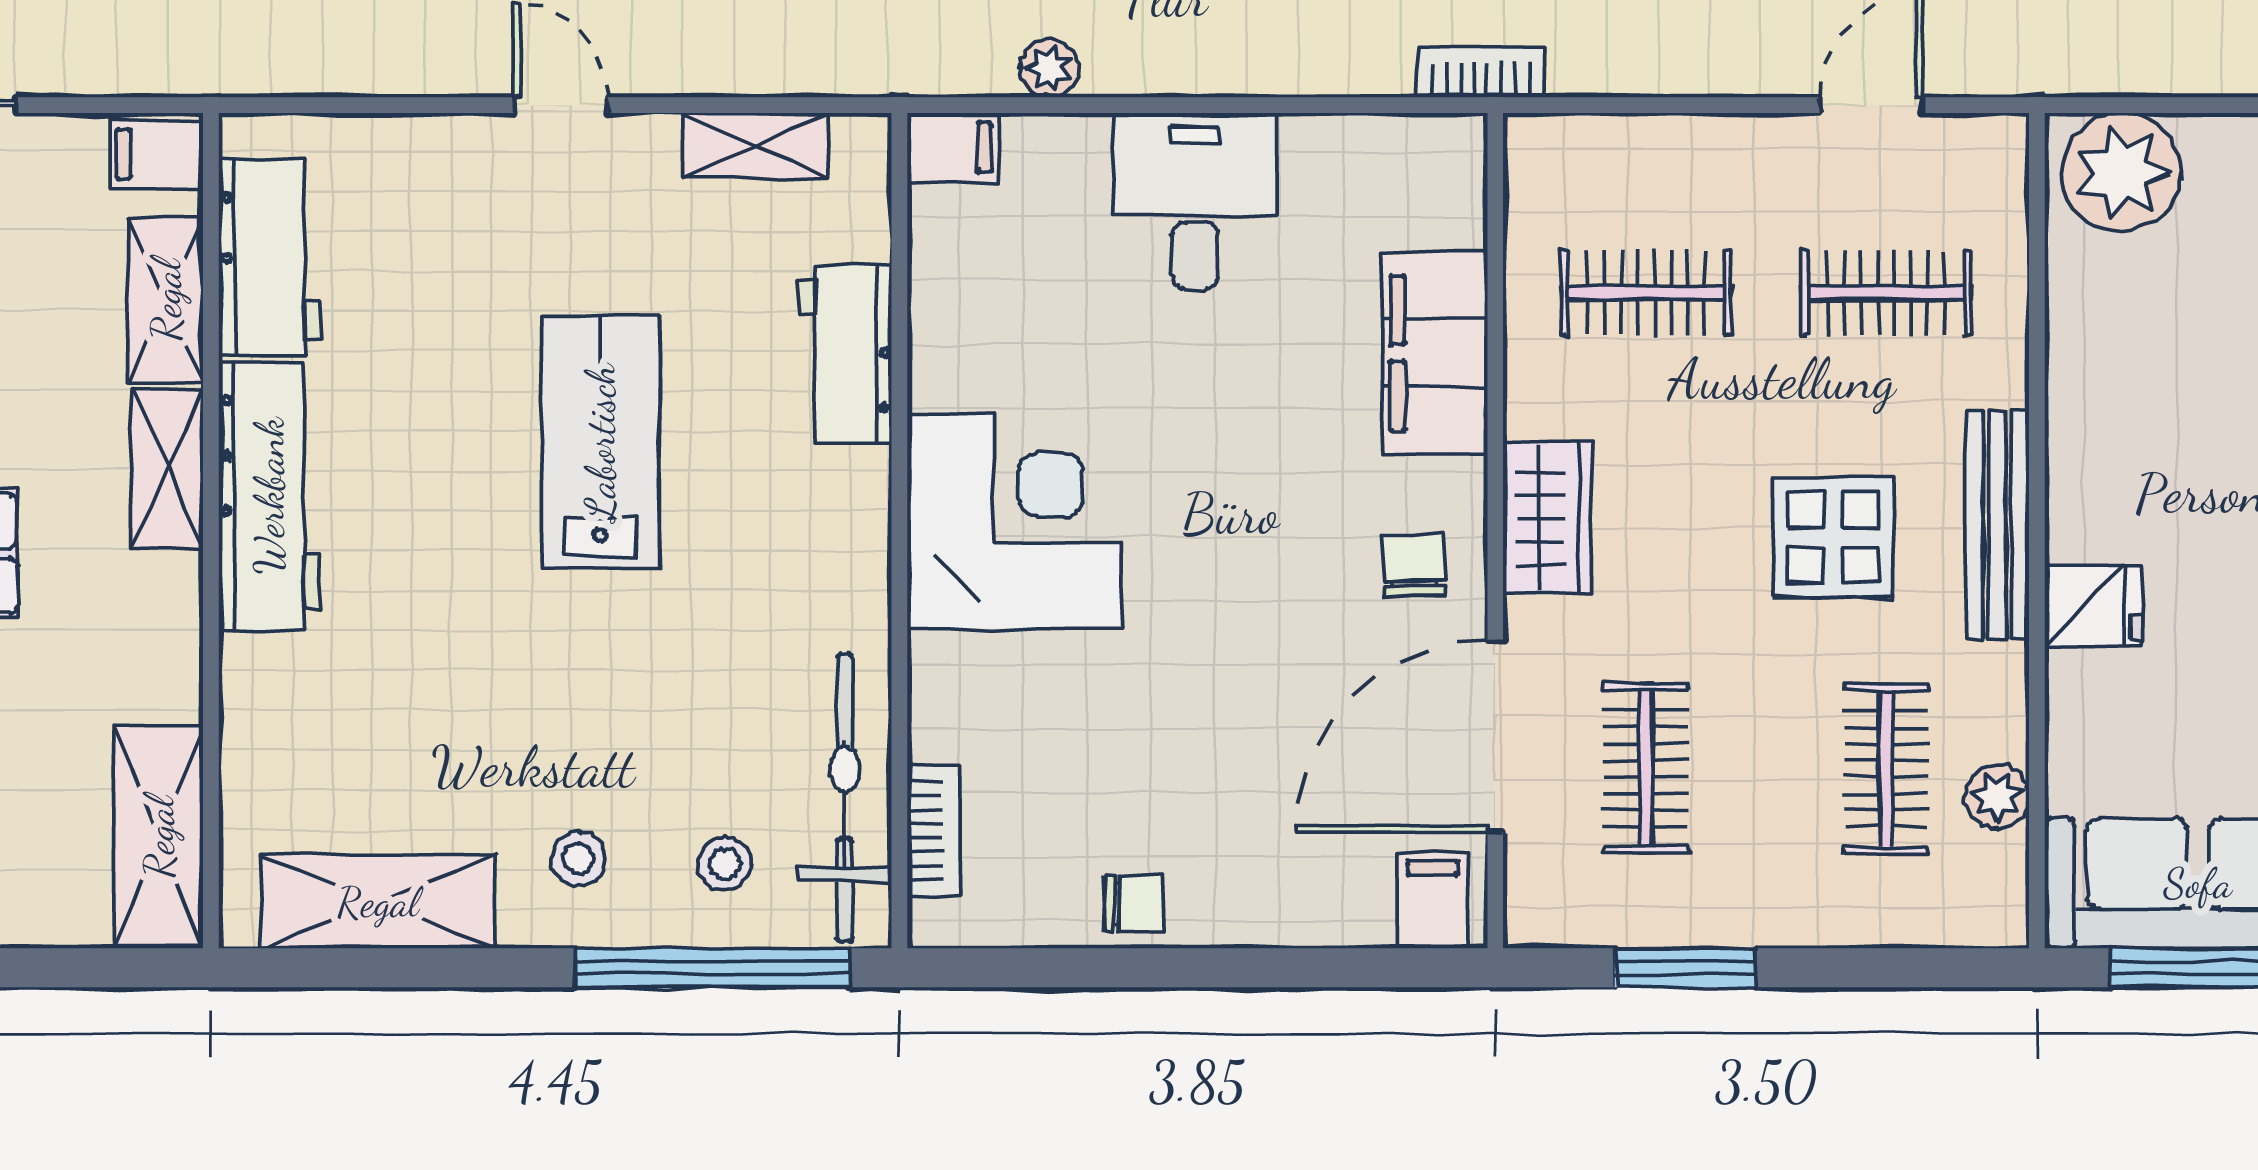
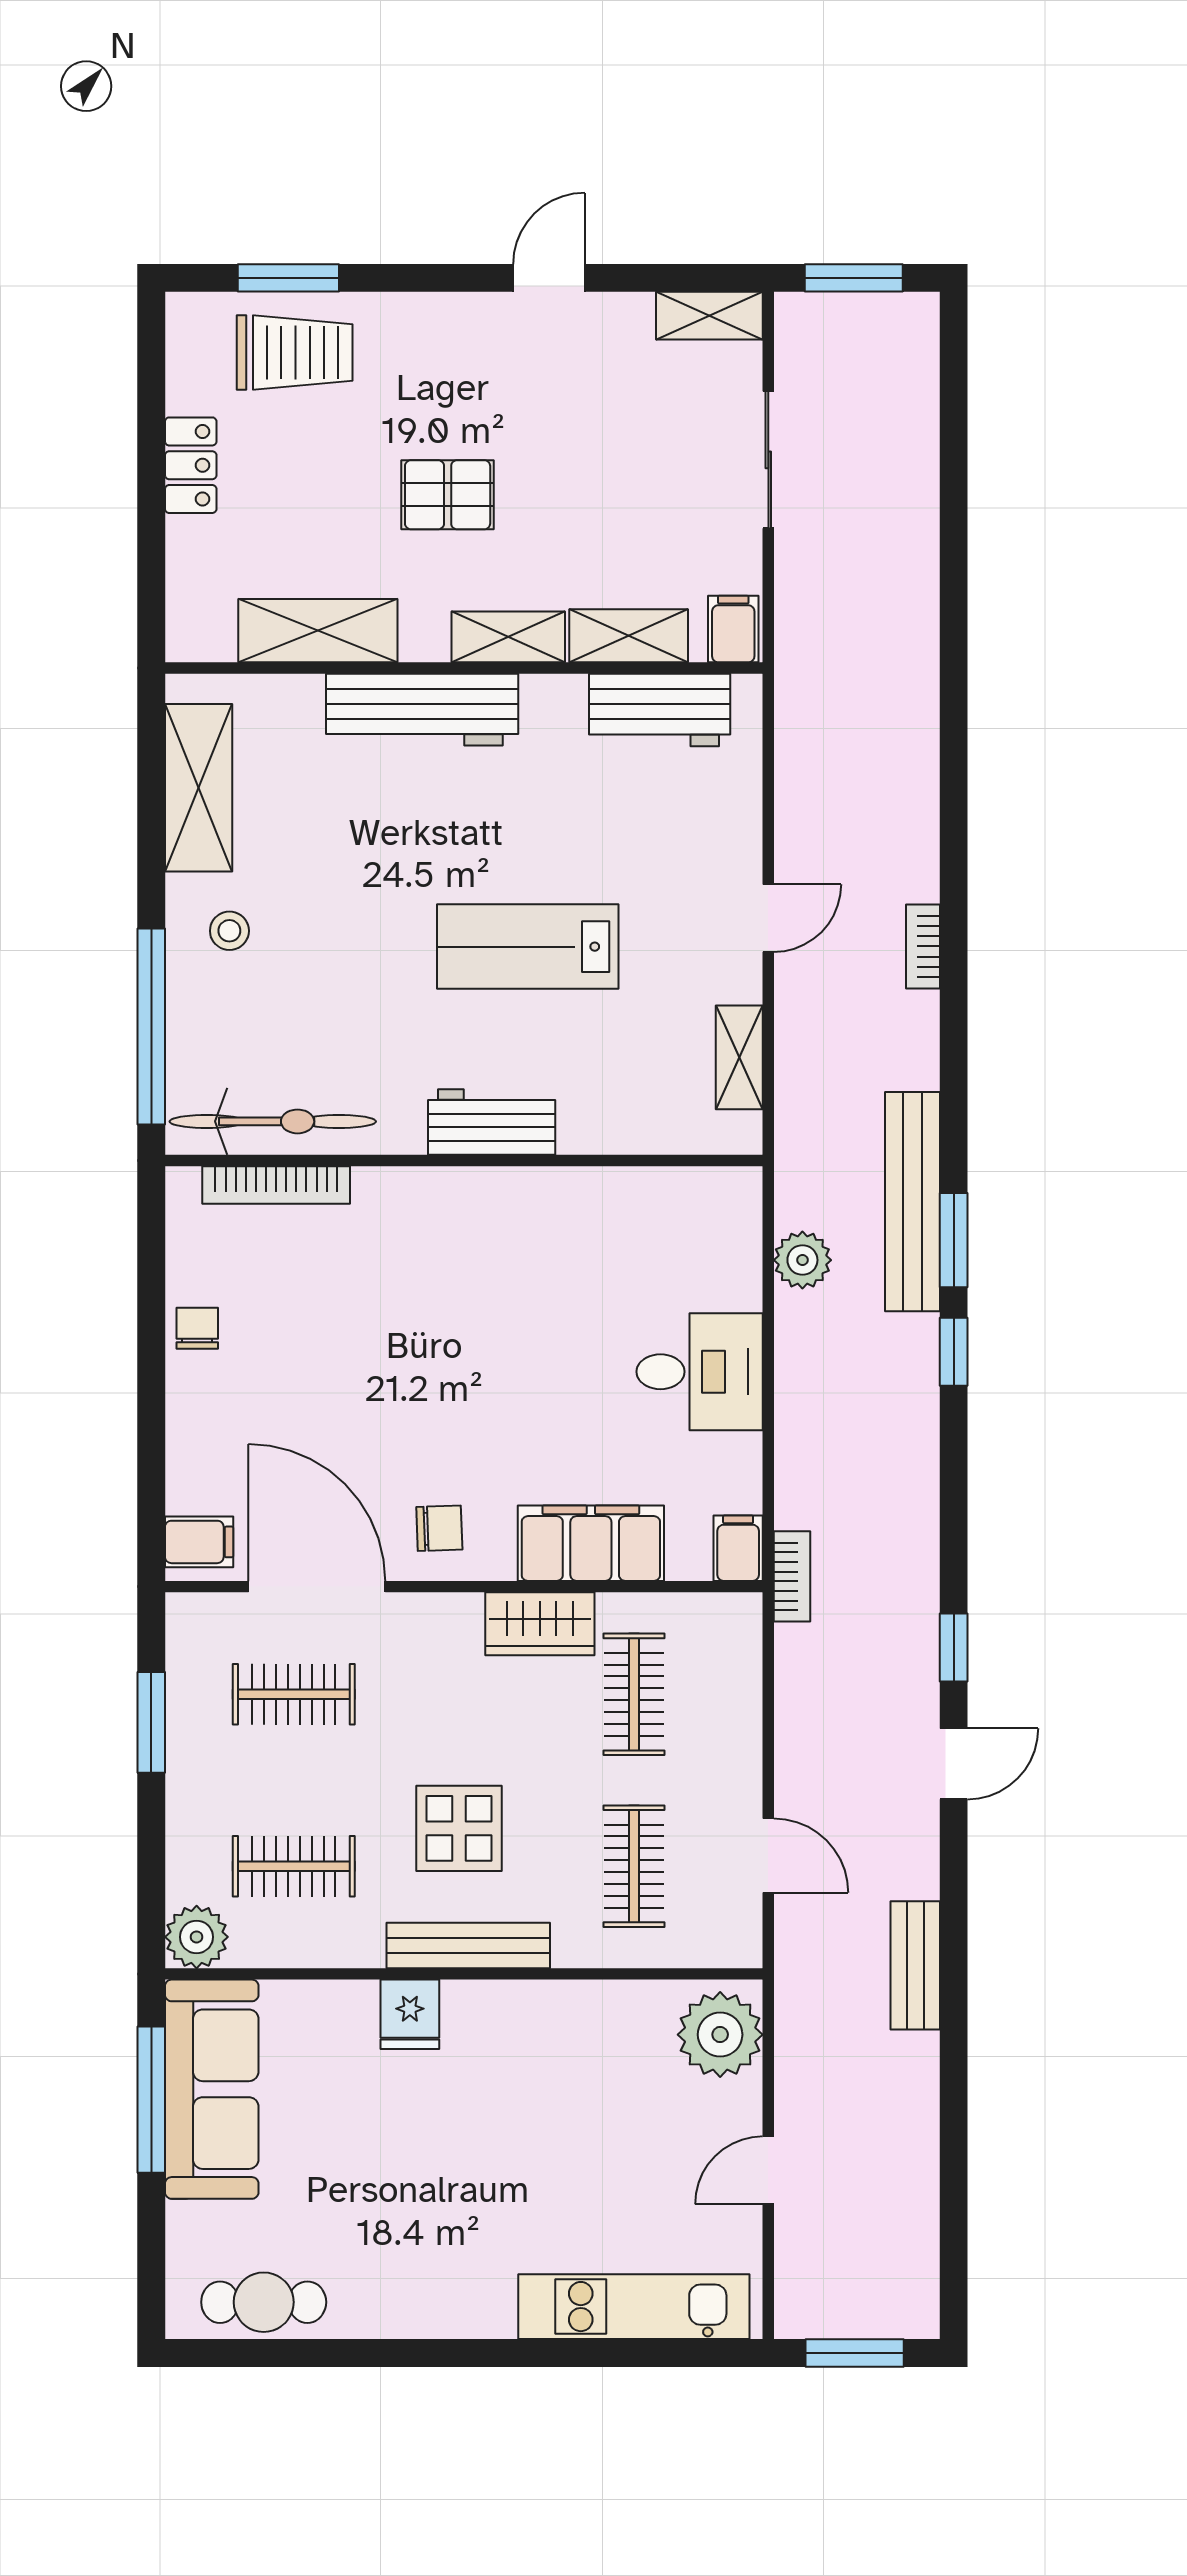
plant: (1050, 68) -> (802, 1260), width x1.38, depth x1.38
filing cabinet: (953, 147) -> (738, 1548), moved, turned 180
workbench: (846, 354) -> (492, 1122), moved
lab bench: (600, 442) -> (528, 947), turned 180
workbench: (269, 496) -> (422, 710), moved
wardrobe: (1547, 518) -> (540, 1624), moved
corner desk: (1014, 521) -> (471, 1243), removed
plant: (1997, 797) -> (197, 1937), moved, width x1.38, depth x1.38
bookcase: (934, 830) -> (276, 1185), width x1.56
shelving: (159, 837) -> (318, 631), moved
stool: (725, 864) -> (226, 1036), removed
chair: (1134, 904) -> (197, 1328), turned 180

